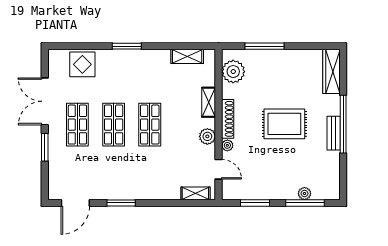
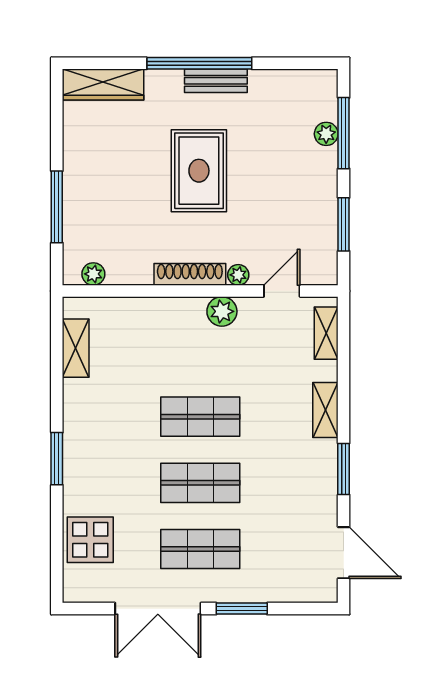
plant: (233, 72) -> (93, 274), width x0.53, depth x0.53
shelving: (209, 102) -> (325, 410), moved, turned 90

